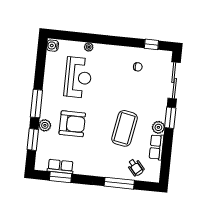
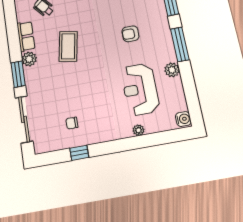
window: (151, 44) -> (79, 153), moved
armchair: (72, 124) -> (130, 34), width x0.53, depth x0.53
plant: (45, 125) -> (172, 70), moved
coffee table: (125, 128) -> (68, 46), width x0.73, depth x0.76

